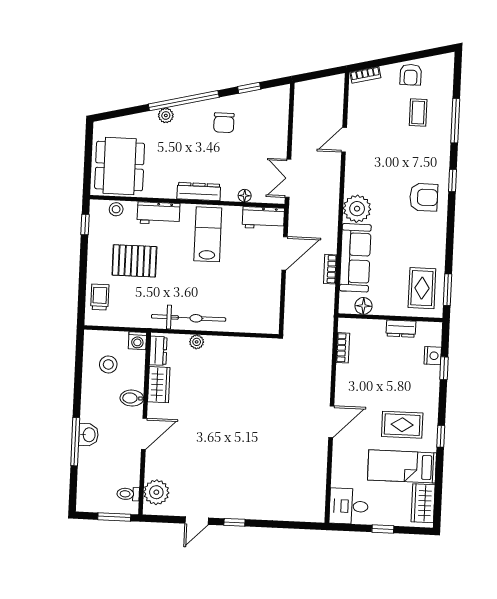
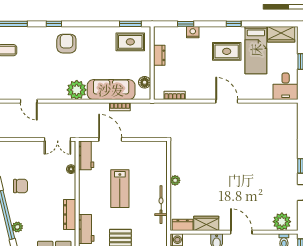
dresser: (199, 192) -> (70, 215), moved
lab bench: (208, 234) -> (120, 189), moved, turned -90
bicycle: (189, 318) -> (161, 205), width x0.73, depth x0.71
plant: (197, 342) -> (175, 180), moved
nightstand: (433, 356) -> (193, 32), moved
rug: (402, 425) -> (227, 51), turned 90

